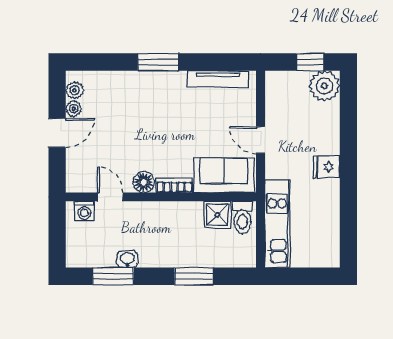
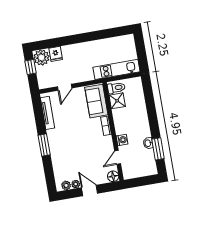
door: (261, 140) -> (65, 87), moved
fridge: (327, 167) -> (56, 54), moved
floor lamp: (144, 182) -> (113, 176), moved
washing machine: (84, 211) -> (122, 140), moved
window: (194, 276) -> (151, 108), removed

